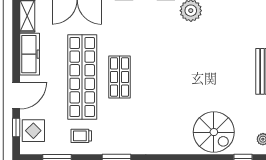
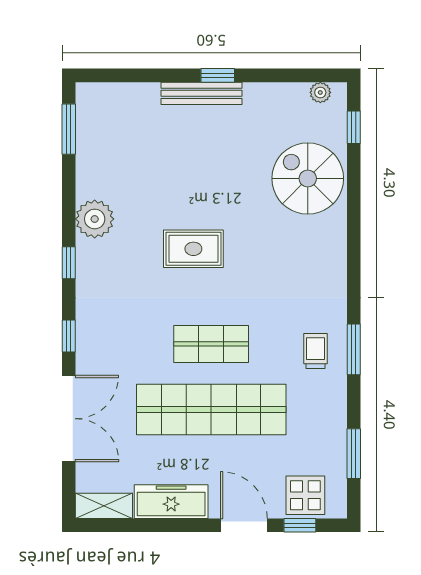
rug: (174, 67) -> (193, 249), added
spiral stairs: (214, 132) -> (308, 178), turned -90
trolley: (81, 136) -> (315, 351), moved, turned 180

